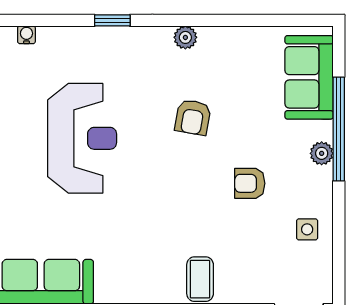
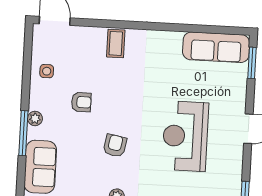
window: (339, 129) -> (23, 133), width x0.68

